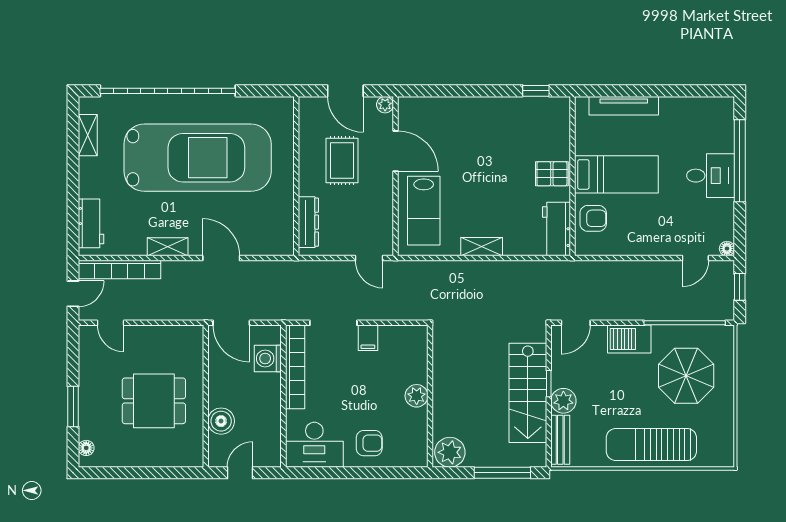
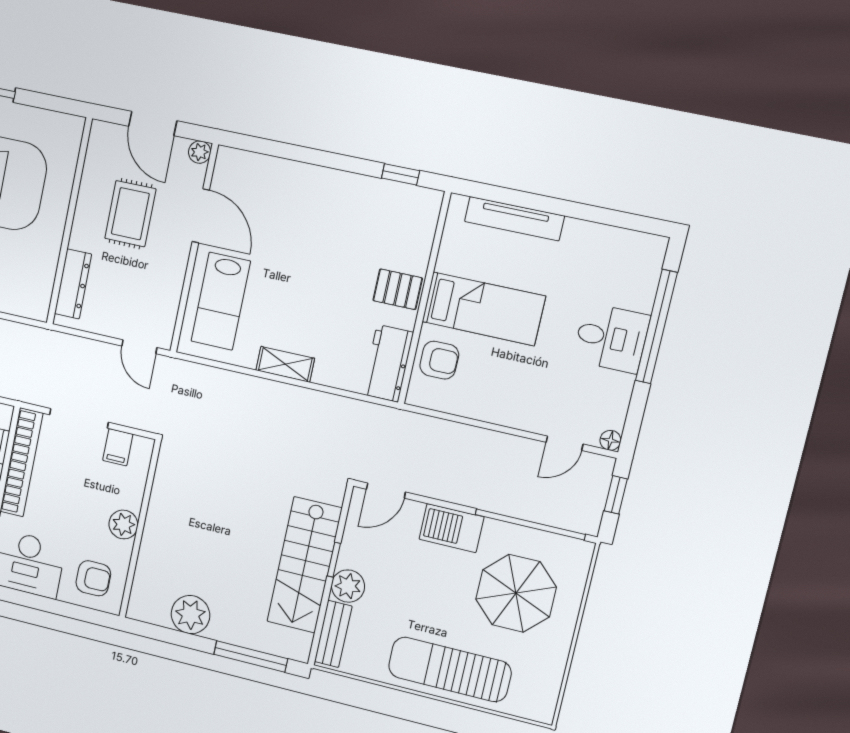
plant: (417, 396) -> (123, 524), moved
wall: (430, 396) -> (140, 529), moved

